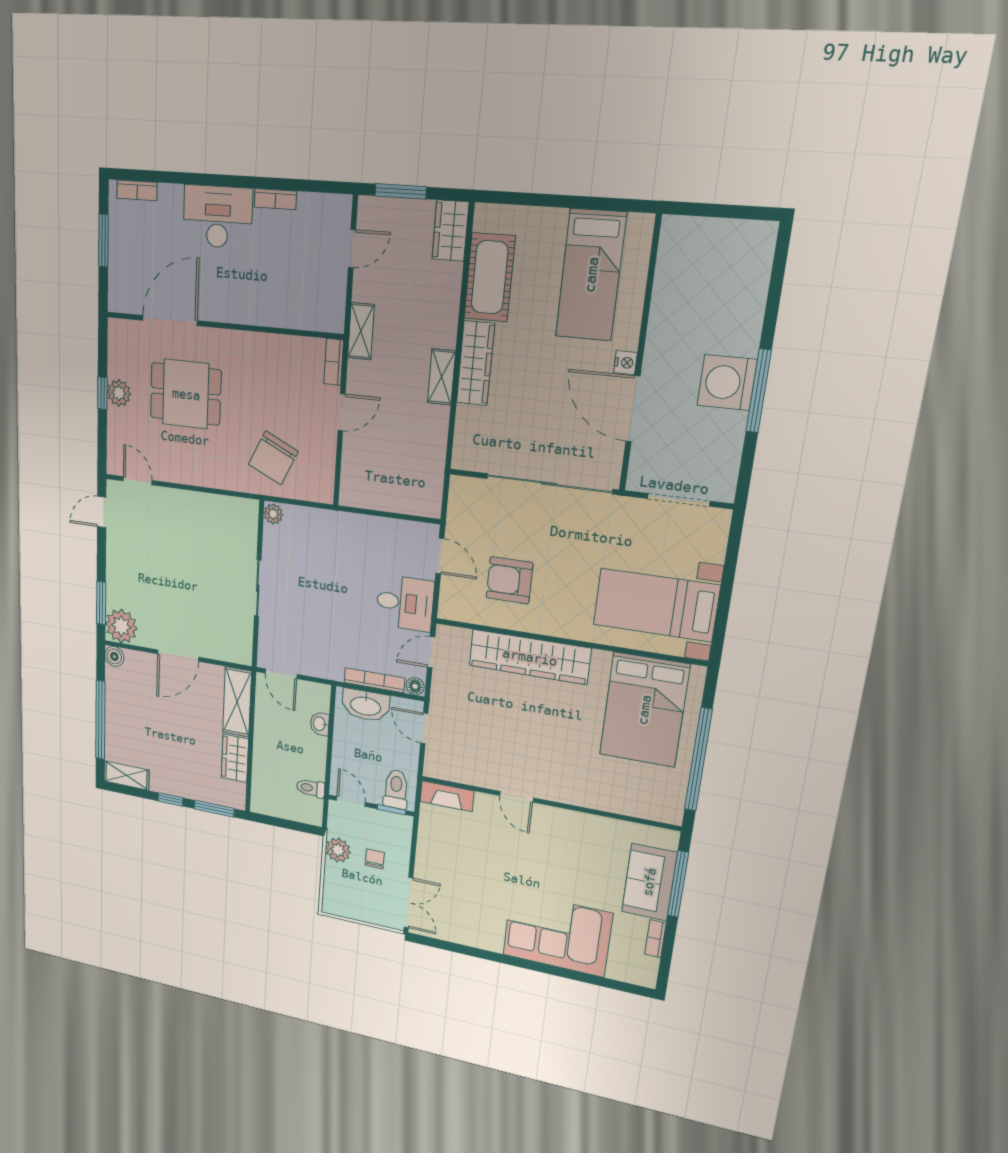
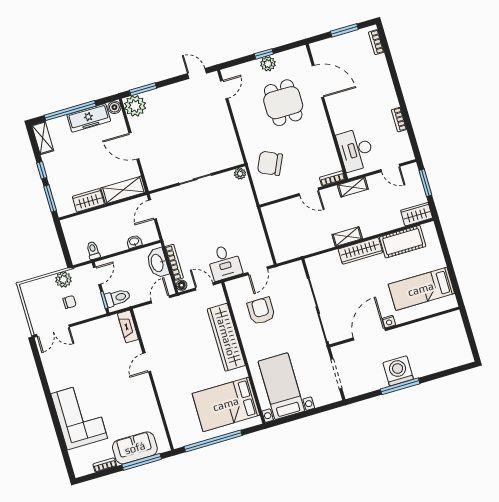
desk: (218, 217) -> (356, 150), moved, turned 180
freezer: (118, 700) -> (89, 118), added

